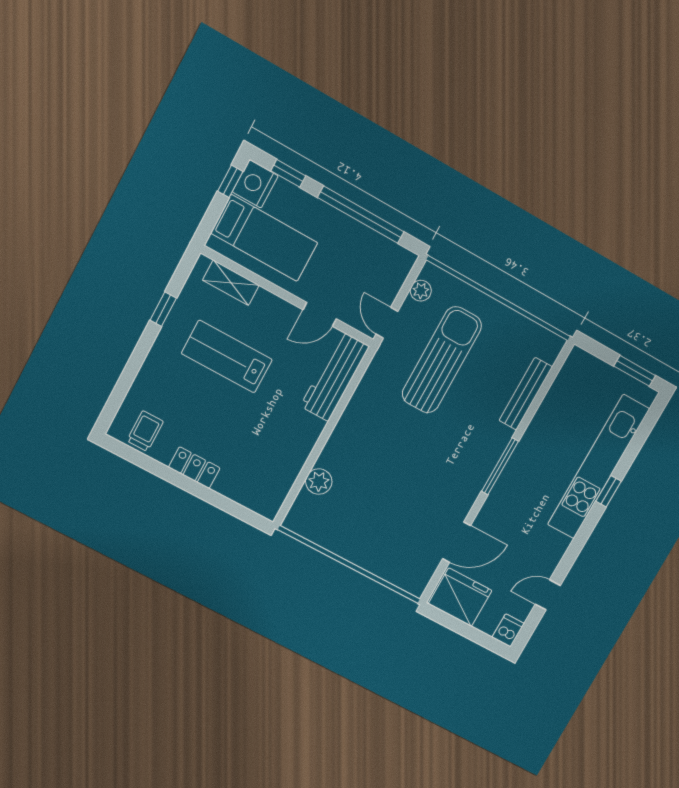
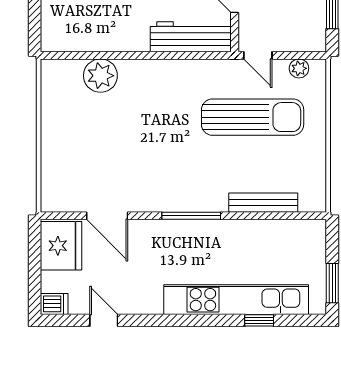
door: (387, 323) -> (258, 55), swing flipped
plant: (319, 482) -> (100, 76), width x1.36, depth x1.36
window: (608, 491) -> (259, 320), moved

